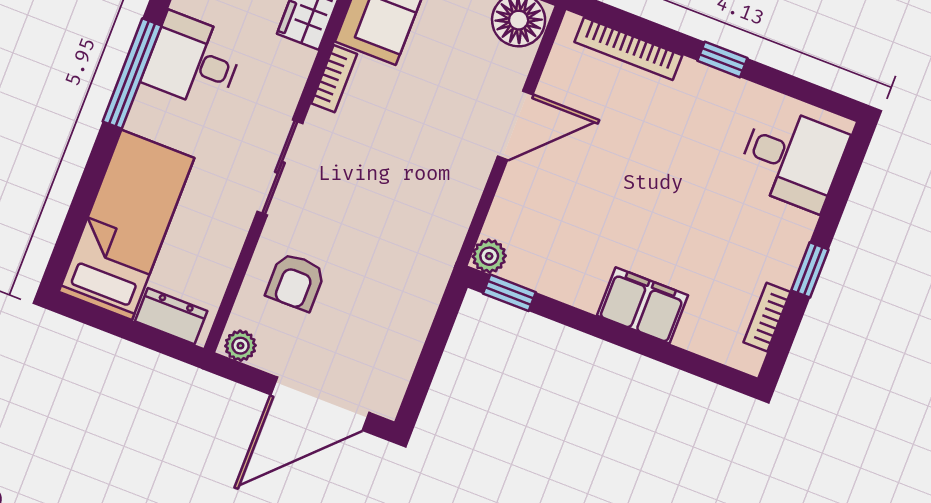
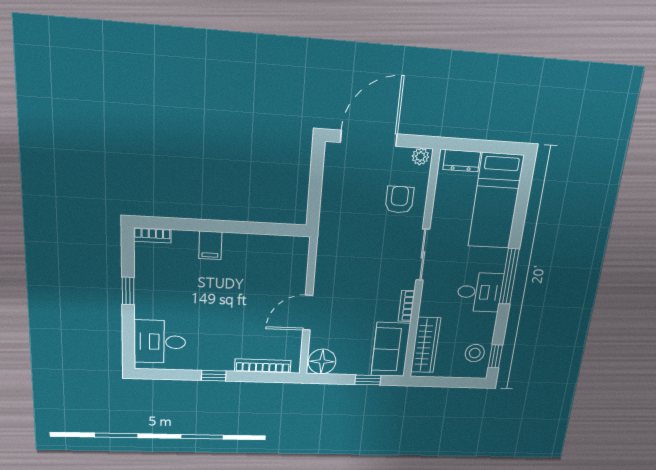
plant: (489, 256) -> (301, 245), removed
window: (509, 293) -> (284, 230), removed
filing cabinet: (643, 305) -> (210, 245), width x0.50
bookcase: (767, 317) -> (152, 235), moved, turned 90

